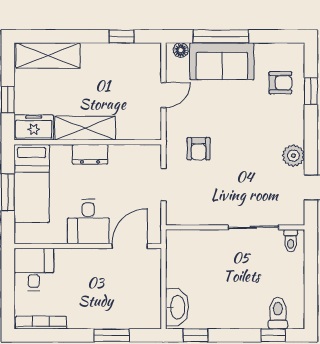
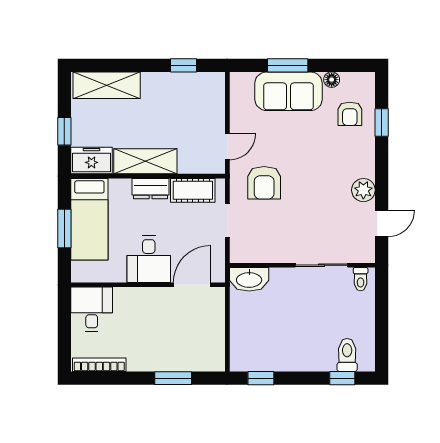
window: (221, 36) -> (288, 65), width x0.69
floor lamp: (181, 50) -> (332, 80), moved
armchair: (280, 83) -> (350, 114), turned 90
door: (163, 95) -> (227, 147), moved
armchair: (199, 149) -> (264, 183), width x1.38, depth x1.38
cot: (130, 156) -> (193, 190), added
washbasin: (177, 307) -> (249, 279), moved, turned 90

